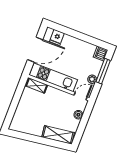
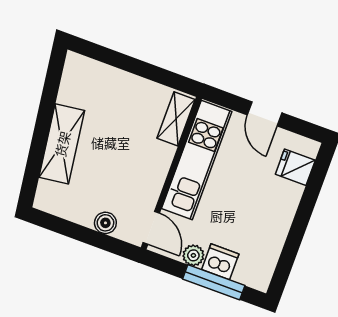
door: (35, 50) -> (264, 114), width x0.53
dishwasher: (101, 54) -> (220, 262), moved
shelving: (58, 135) -> (62, 144), moved

